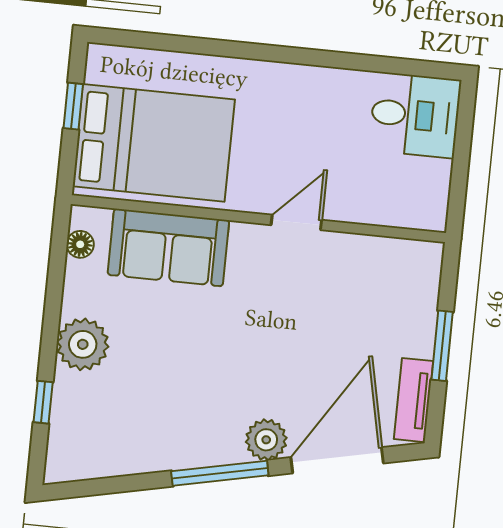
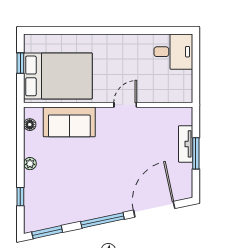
plant: (83, 344) -> (30, 164), width x0.53, depth x0.53
tv unit: (413, 400) -> (186, 144), moved
plant: (266, 440) -> (122, 203), removed
window: (95, 487) -> (47, 232), added

